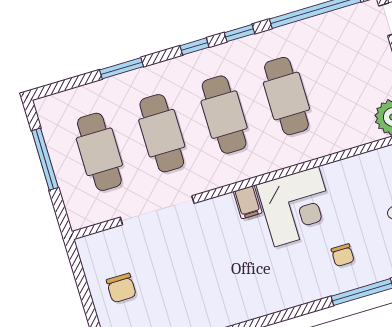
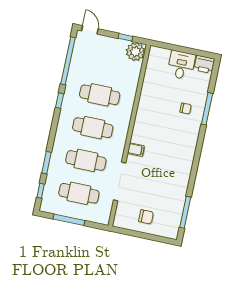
window: (194, 46) -> (41, 191), moved
filing cabinet: (248, 202) -> (136, 150), moved
corner desk: (296, 207) -> (152, 117), removed

